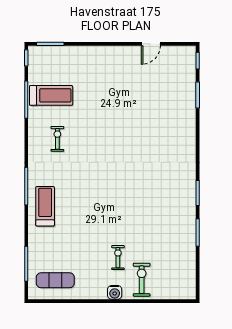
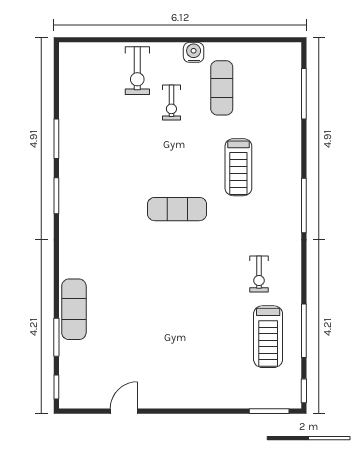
treadmill: (51, 95) -> (268, 337), turned -90
exercise mat: (186, 114) -> (74, 309), added
exercise mat: (114, 184) -> (177, 209), added
treadmill: (45, 206) -> (238, 167), moved
exercise mat: (55, 280) -> (222, 88), moved, turned 90
water cooler: (115, 292) -> (194, 52), moved

